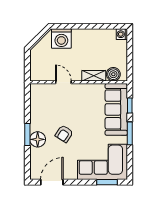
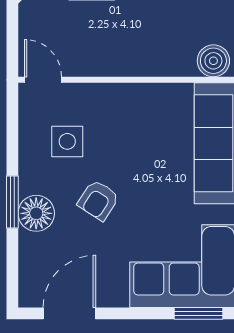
shelving: (94, 76) -> (168, 64), removed
door: (63, 82) -> (43, 80), moved
side table: (51, 109) -> (67, 141), added

